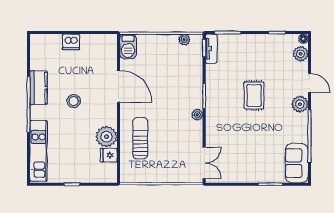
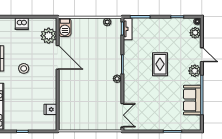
plant: (107, 137) -> (49, 36), moved
sun lounger: (140, 138) -> (74, 97), removed
sofa: (297, 163) -> (192, 100), moved

